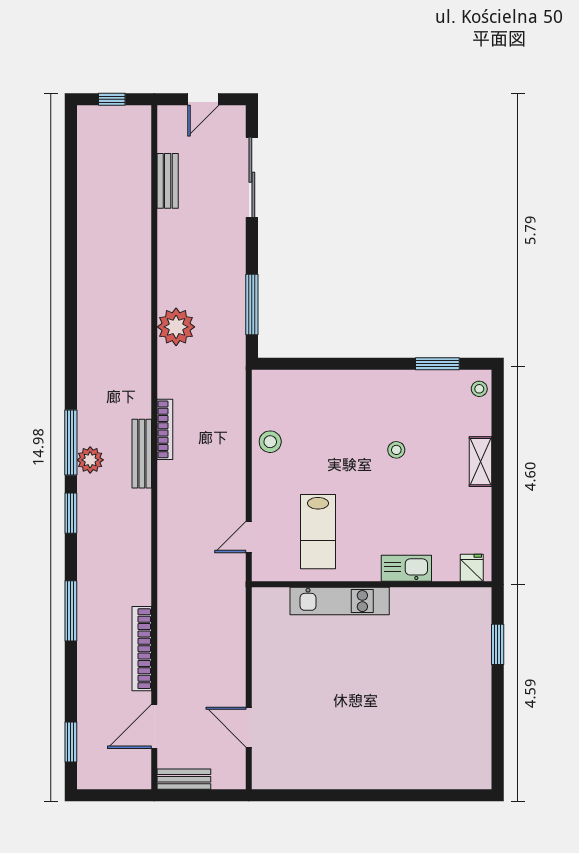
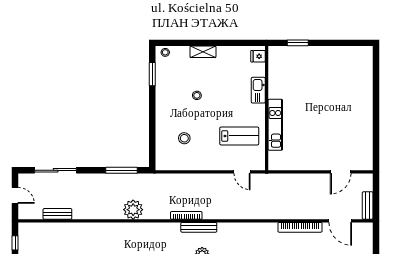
stool: (270, 442) -> (184, 138), moved

